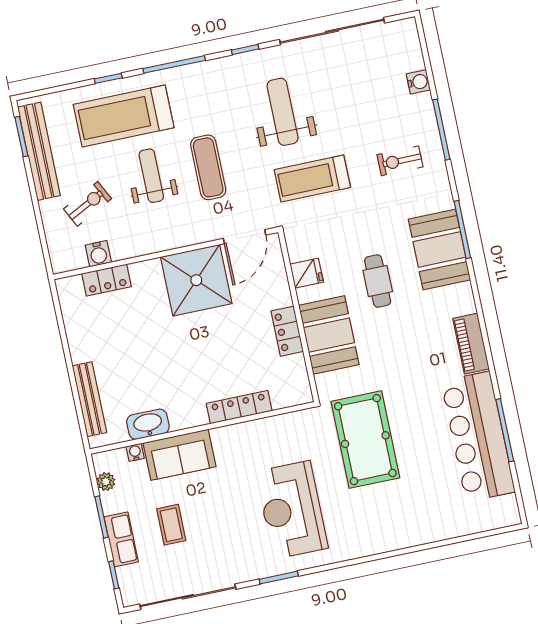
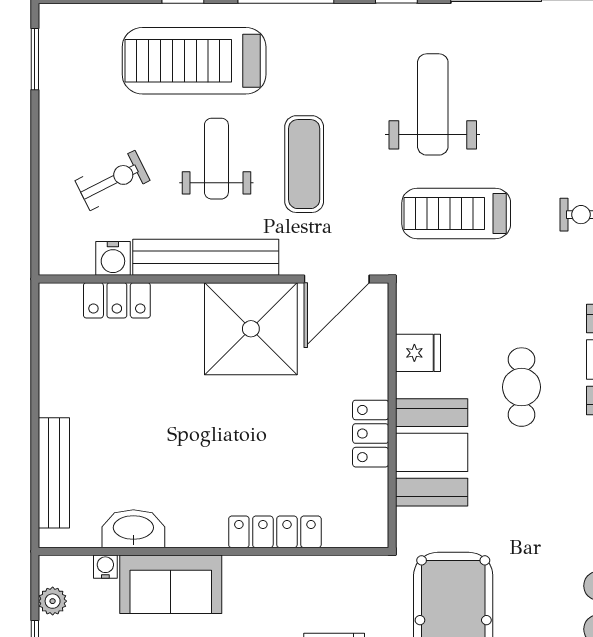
bench: (39, 151) -> (206, 257), moved, turned 90

